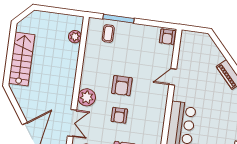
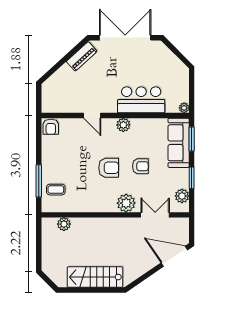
armchair: (167, 37) -> (51, 127), turned 90
plant: (160, 105) -> (123, 125), added

